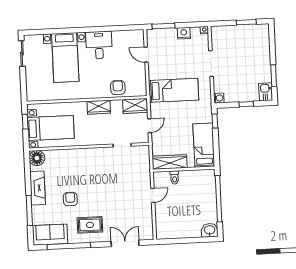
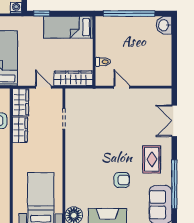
wardrobe: (99, 107) -> (20, 130), moved
wardrobe: (170, 162) -> (73, 78), moved, turned 90
armchair: (70, 199) -> (122, 180), turned 180

